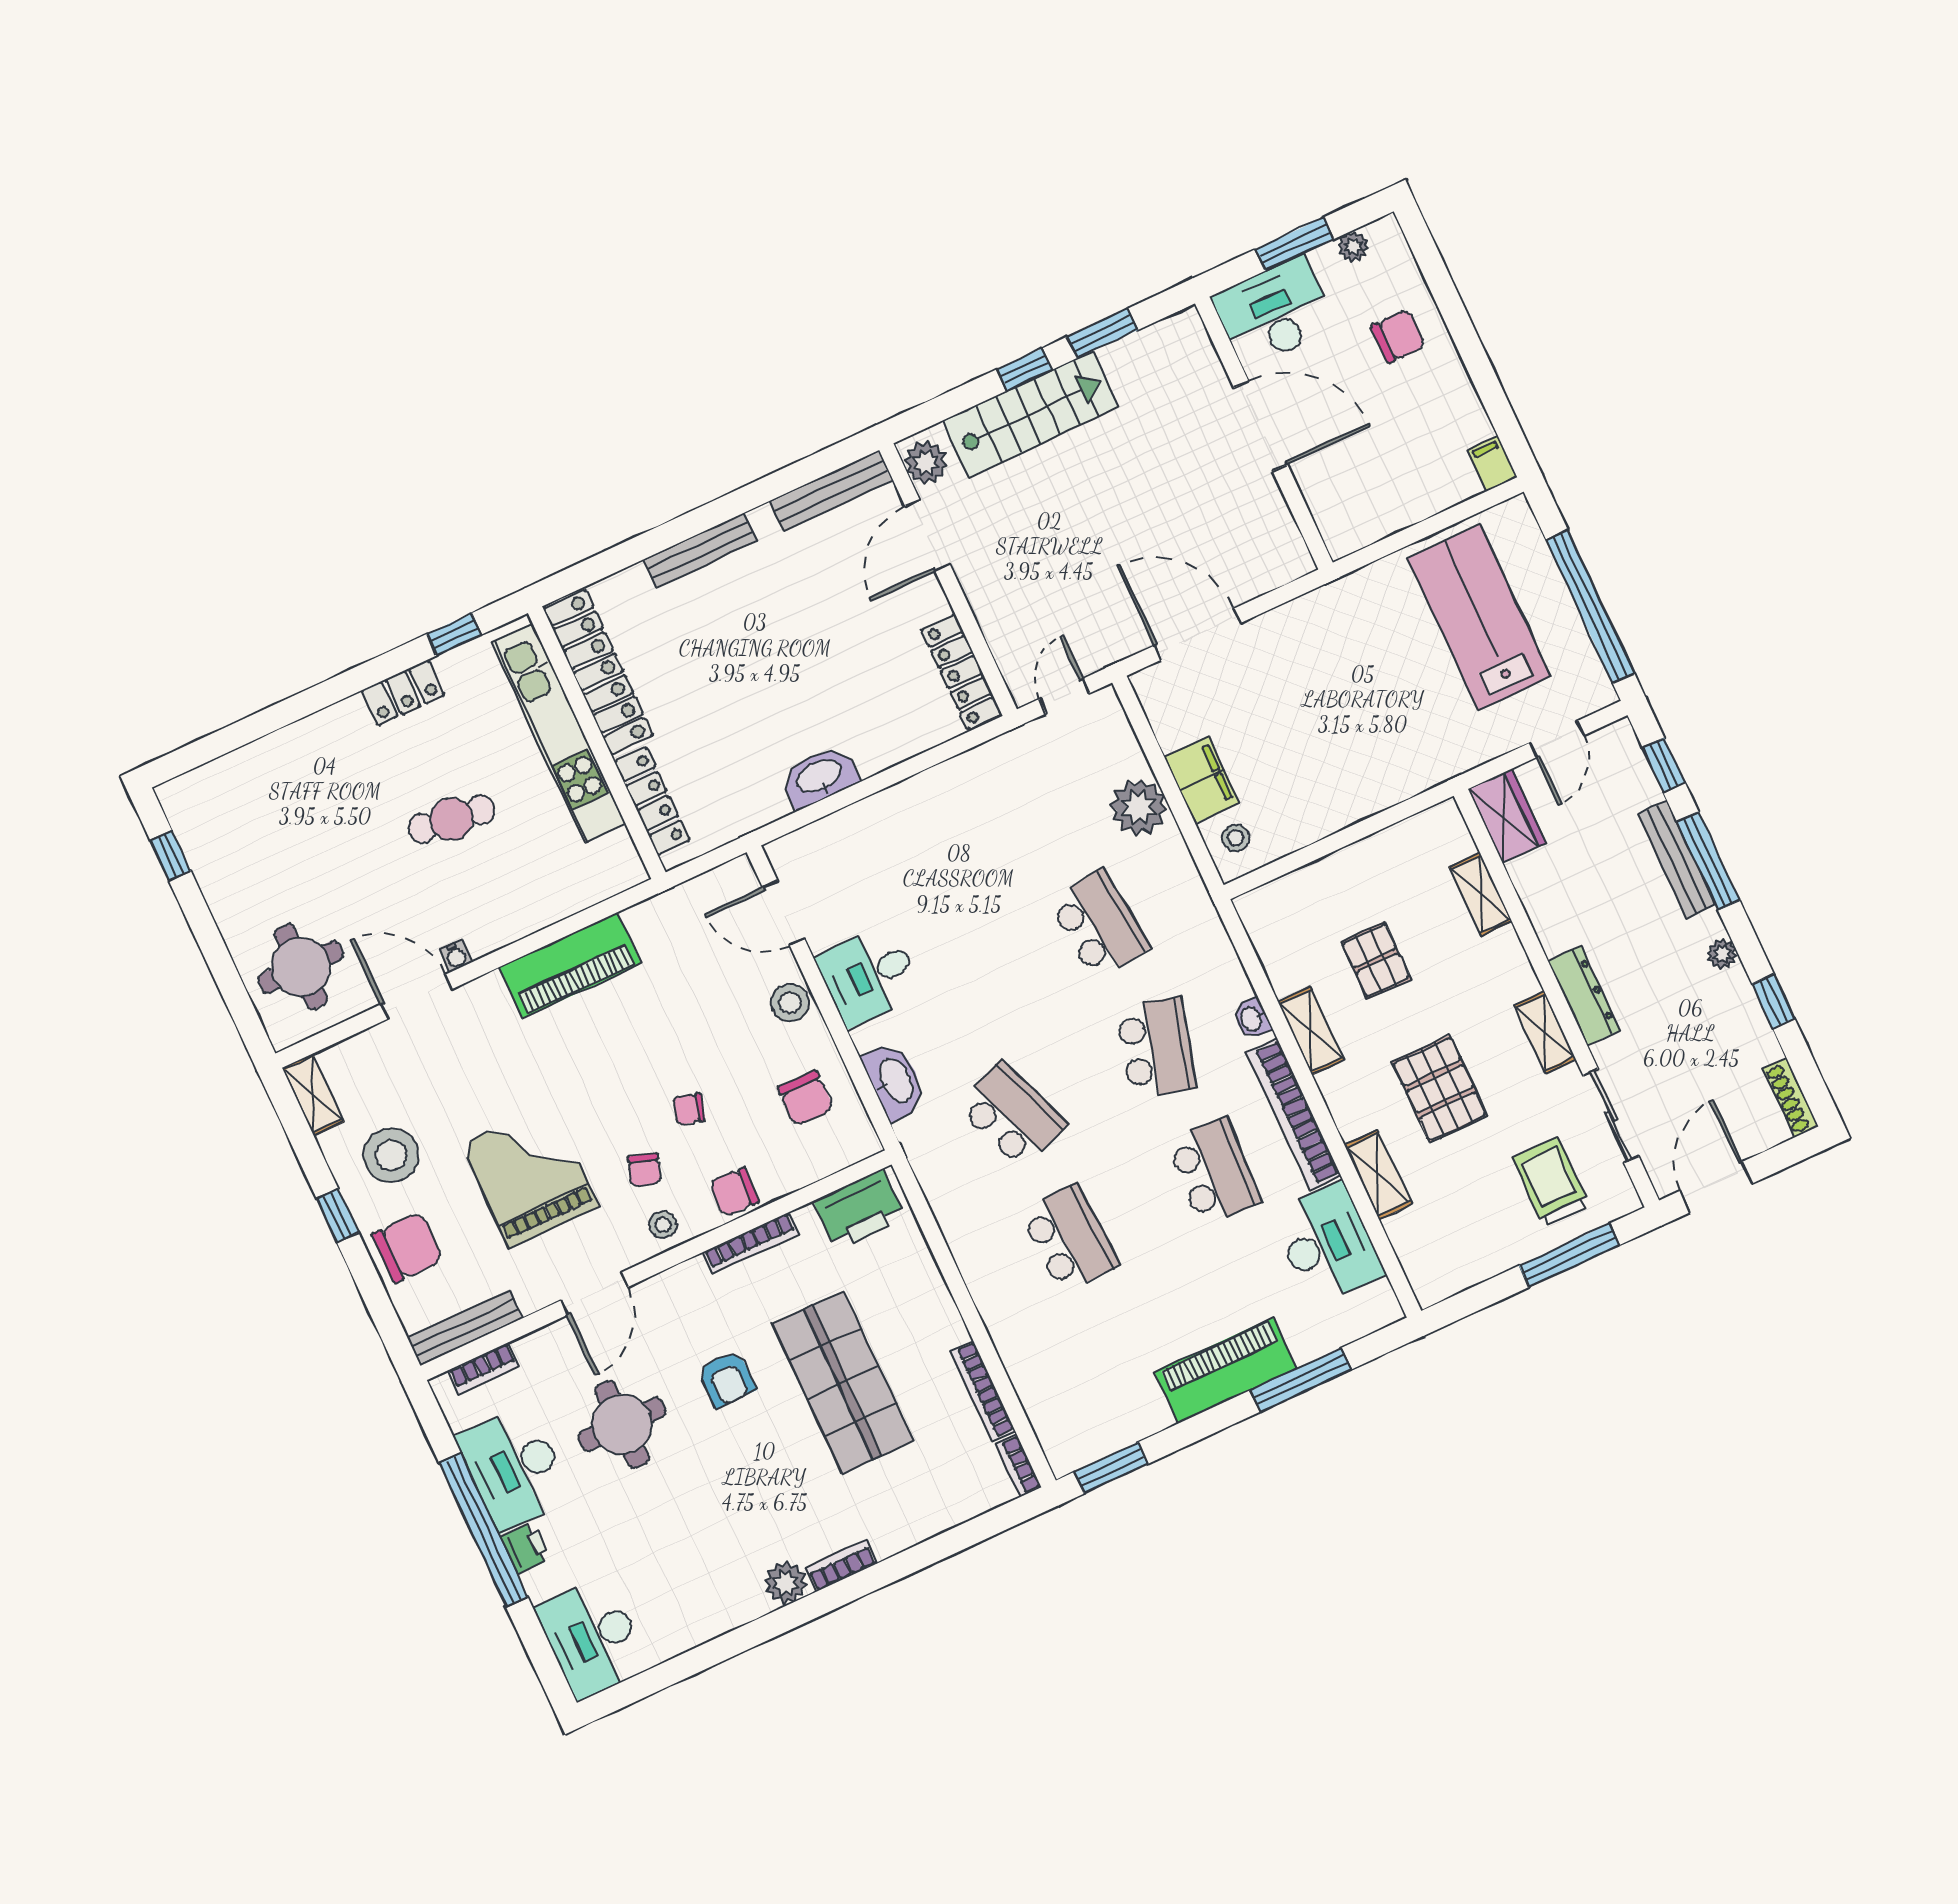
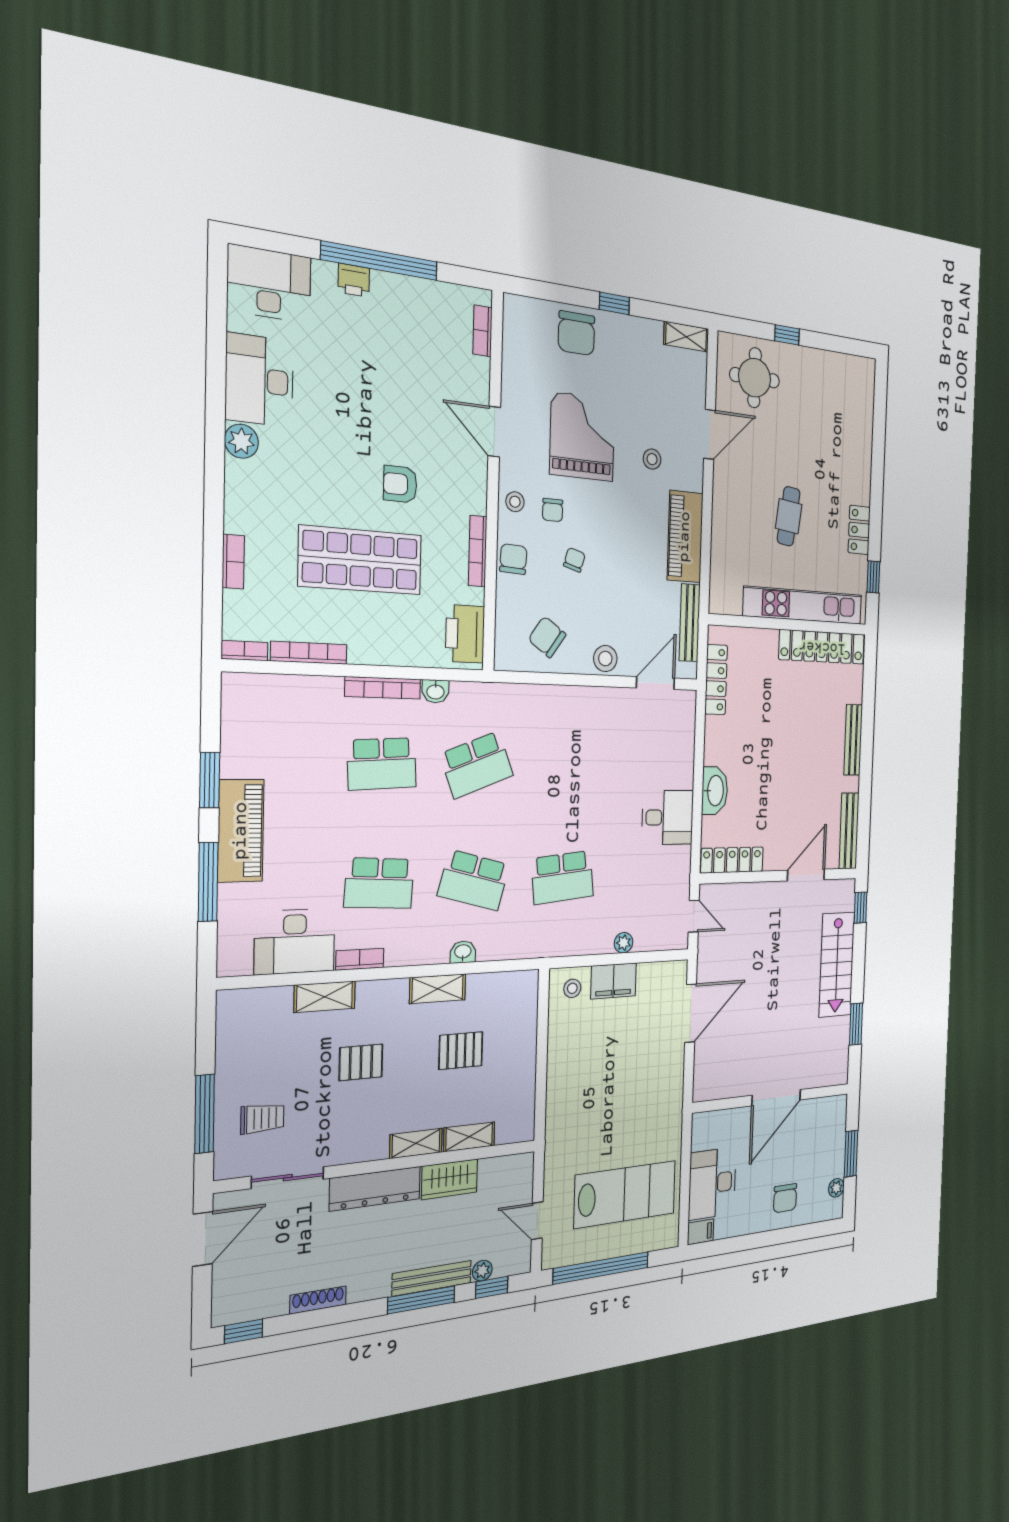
desk: (1274, 312) -> (712, 1183), moved, turned 180
window: (1025, 369) -> (861, 908), moved
plant: (926, 463) -> (840, 892), removed
door: (927, 535) -> (806, 875), hinge flipped
washbasin: (819, 777) -> (715, 791), moved
locker: (652, 801) -> (716, 680), moved, turned -90
plant: (1139, 807) -> (624, 943), width x0.53, depth x0.53
wardrobe: (1507, 816) -> (450, 1179), moved
window: (170, 855) -> (787, 335), moved
plant: (1722, 954) -> (482, 1271), moved
water cooler: (456, 956) -> (720, 472), removed
desk: (869, 976) -> (668, 817), moved, turned 90
dresser: (1584, 996) -> (375, 1189), width x1.37, depth x1.24
window: (1773, 1001) -> (244, 1331), moved
shelving: (1545, 1032) -> (416, 1143), moved
washbasin: (895, 1081) -> (435, 691), moved, width x0.52, depth x0.69
pallet: (1440, 1089) -> (361, 1062), width x0.67, depth x0.71
shoe rack: (1791, 1097) -> (318, 1300), moved
chair: (806, 1098) -> (547, 637), turned 35
bookcase: (1294, 1114) -> (360, 959), width x0.43, depth x0.76
stool: (391, 1155) -> (652, 459), moved, width x0.53, depth x0.53
chair: (644, 1170) -> (553, 510), turned -108
grand piano: (530, 1175) -> (582, 437), turned -90
trolley: (1551, 1182) -> (262, 1118), width x0.73, depth x0.72
door: (1716, 1187) -> (203, 1239), hinge flipped
bookcase: (978, 1282) -> (383, 688), added
bench: (465, 1328) -> (690, 623), moved
round table: (622, 1424) -> (404, 397), removed
desk: (514, 1468) -> (259, 380), moved, turned -90
window: (1111, 1468) -> (210, 780), moved
bookcase: (841, 1566) -> (233, 562), moved

